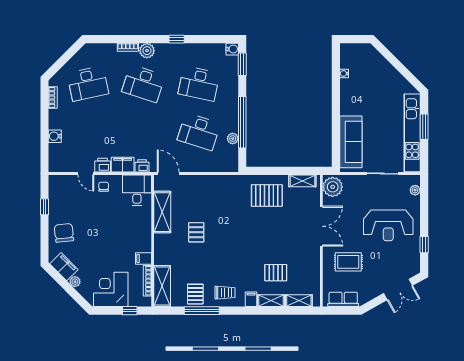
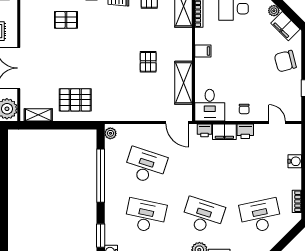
plant: (233, 139) -> (110, 133), moved
door: (86, 174) -> (277, 123), moved
chair: (64, 233) -> (285, 61), turned 81
filing cabinet: (143, 258) -> (203, 51), moved

